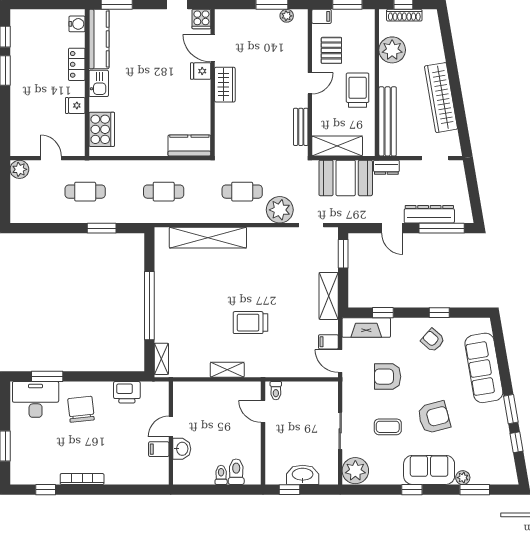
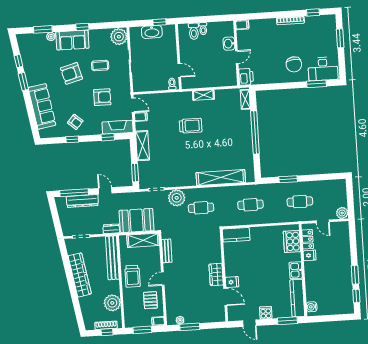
cooker: (201, 19) -> (266, 313), moved
locker: (77, 64) -> (308, 239), moved
printer: (127, 392) -> (246, 77), moved, turned 90
filing cabinet: (159, 449) -> (242, 25), moved

